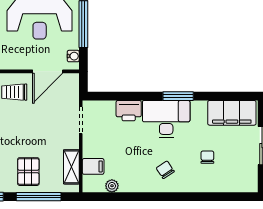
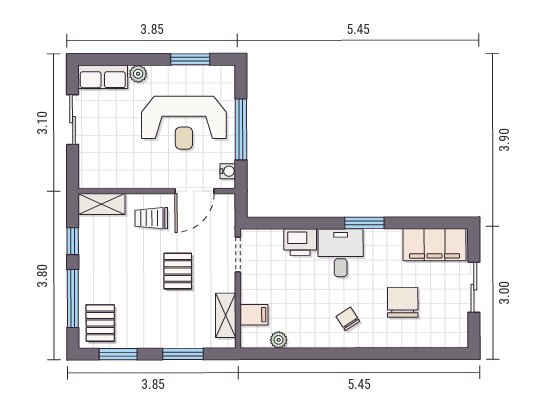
desk: (166, 119) -> (341, 253), width x0.73
chair: (207, 157) -> (403, 302), width x1.87, depth x1.87
pallet: (28, 172) -> (178, 271), moved
window: (39, 197) -> (183, 354), width x0.69

